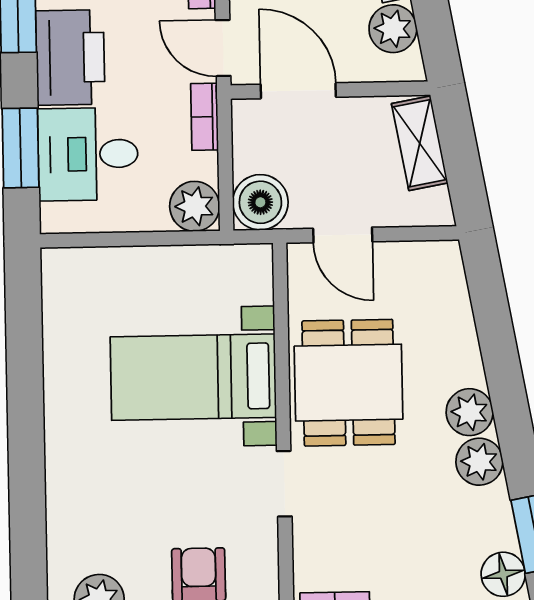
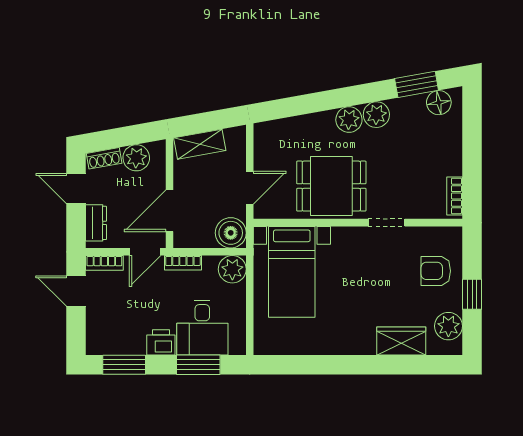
printer: (70, 58) -> (161, 342), width x0.53, depth x0.68
bed with nightstands: (193, 377) -> (292, 272), moved
wardrobe: (71, 515) -> (401, 341), added

